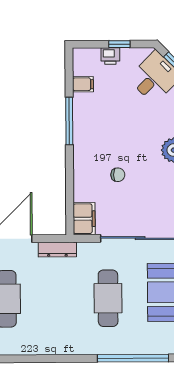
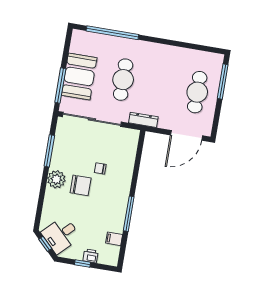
chair: (140, 148) -> (81, 185), added
filing cabinet: (84, 219) -> (130, 141), removed
dresser: (57, 250) -> (143, 120), moved

